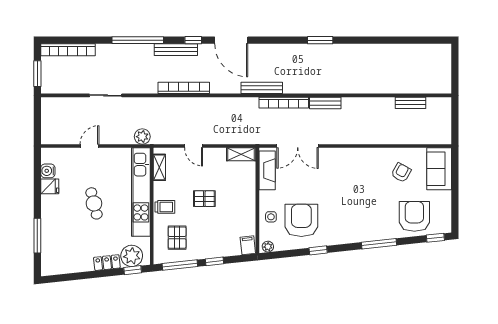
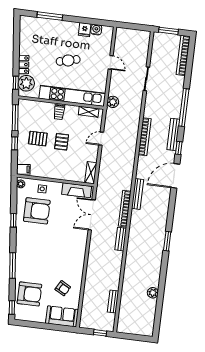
plant: (392, 51) -> (153, 293), added
window: (455, 115) -> (100, 333), added
pallet: (177, 238) -> (38, 139), moved

